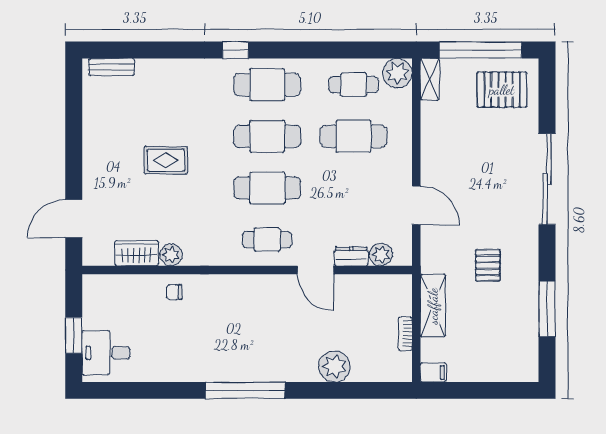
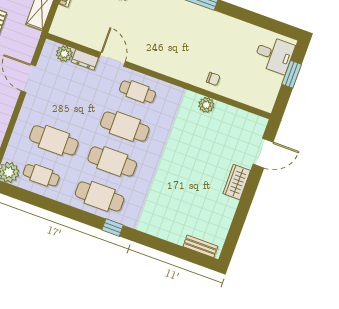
rug: (166, 160) -> (187, 170), removed
wardrobe: (136, 253) -> (237, 182), moved, turned 90

